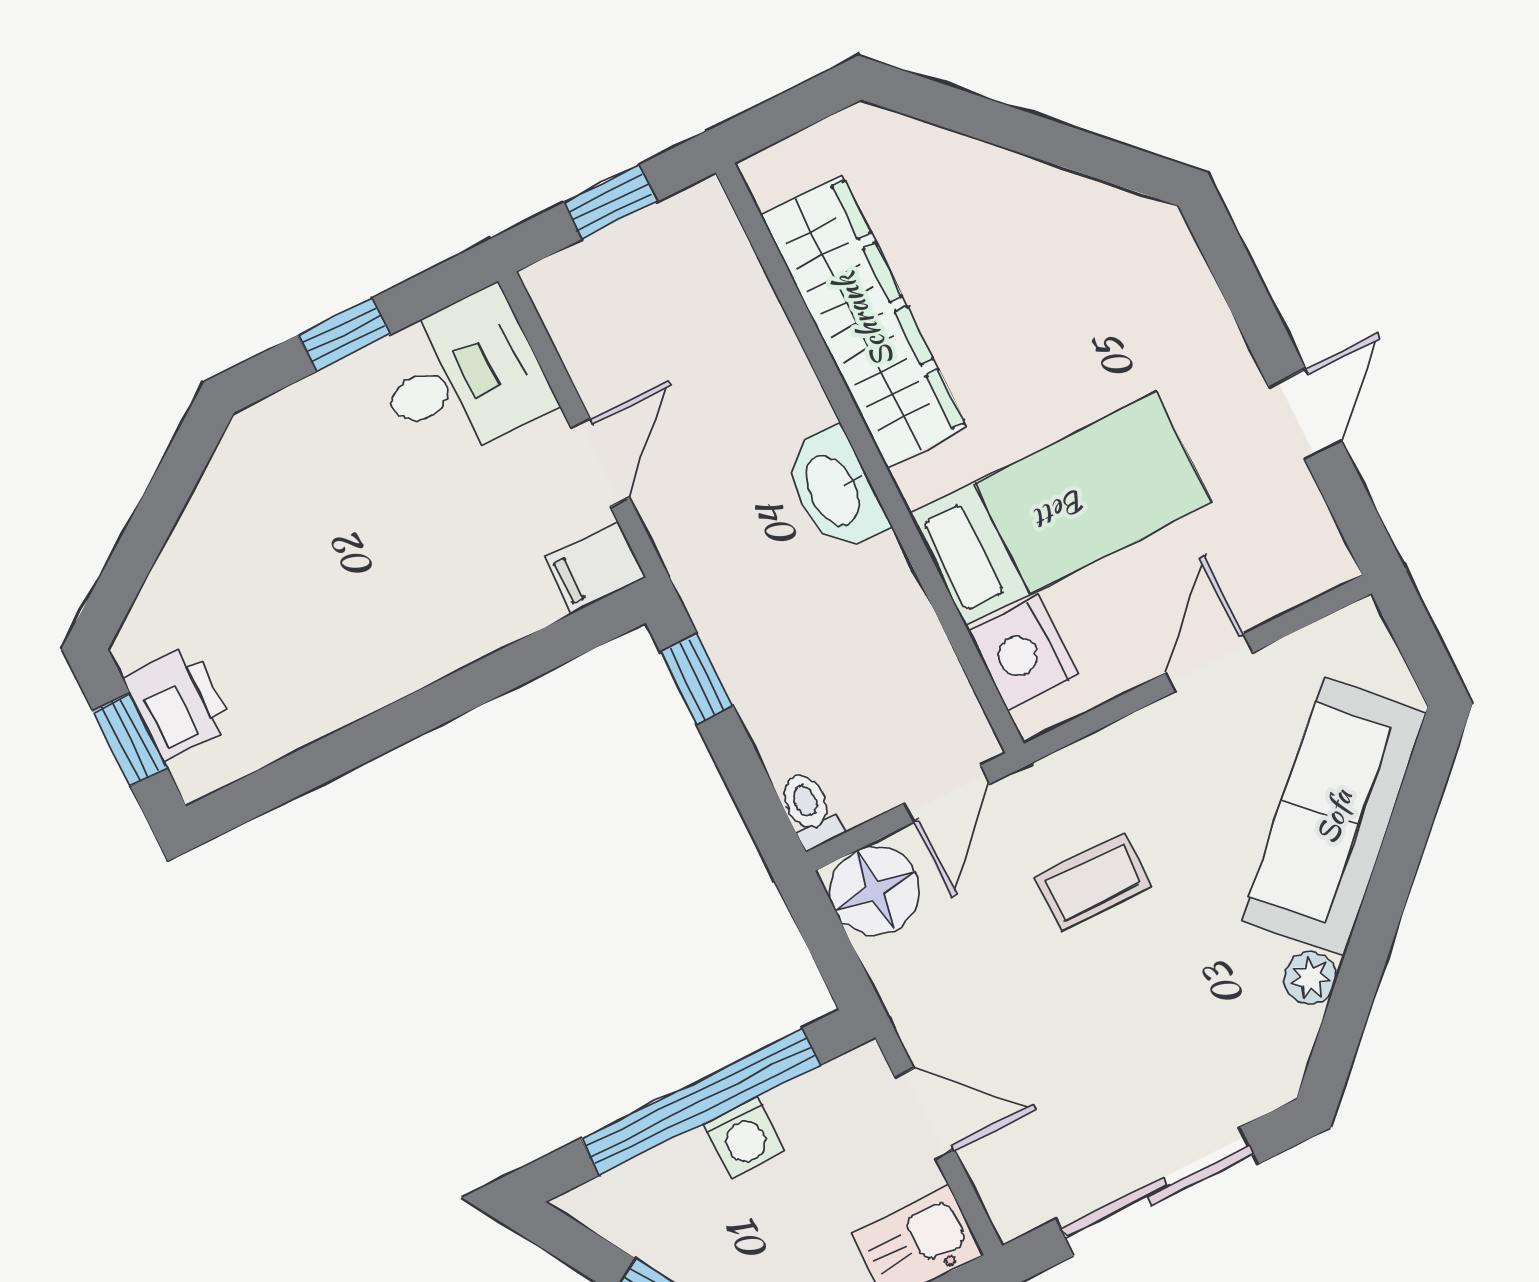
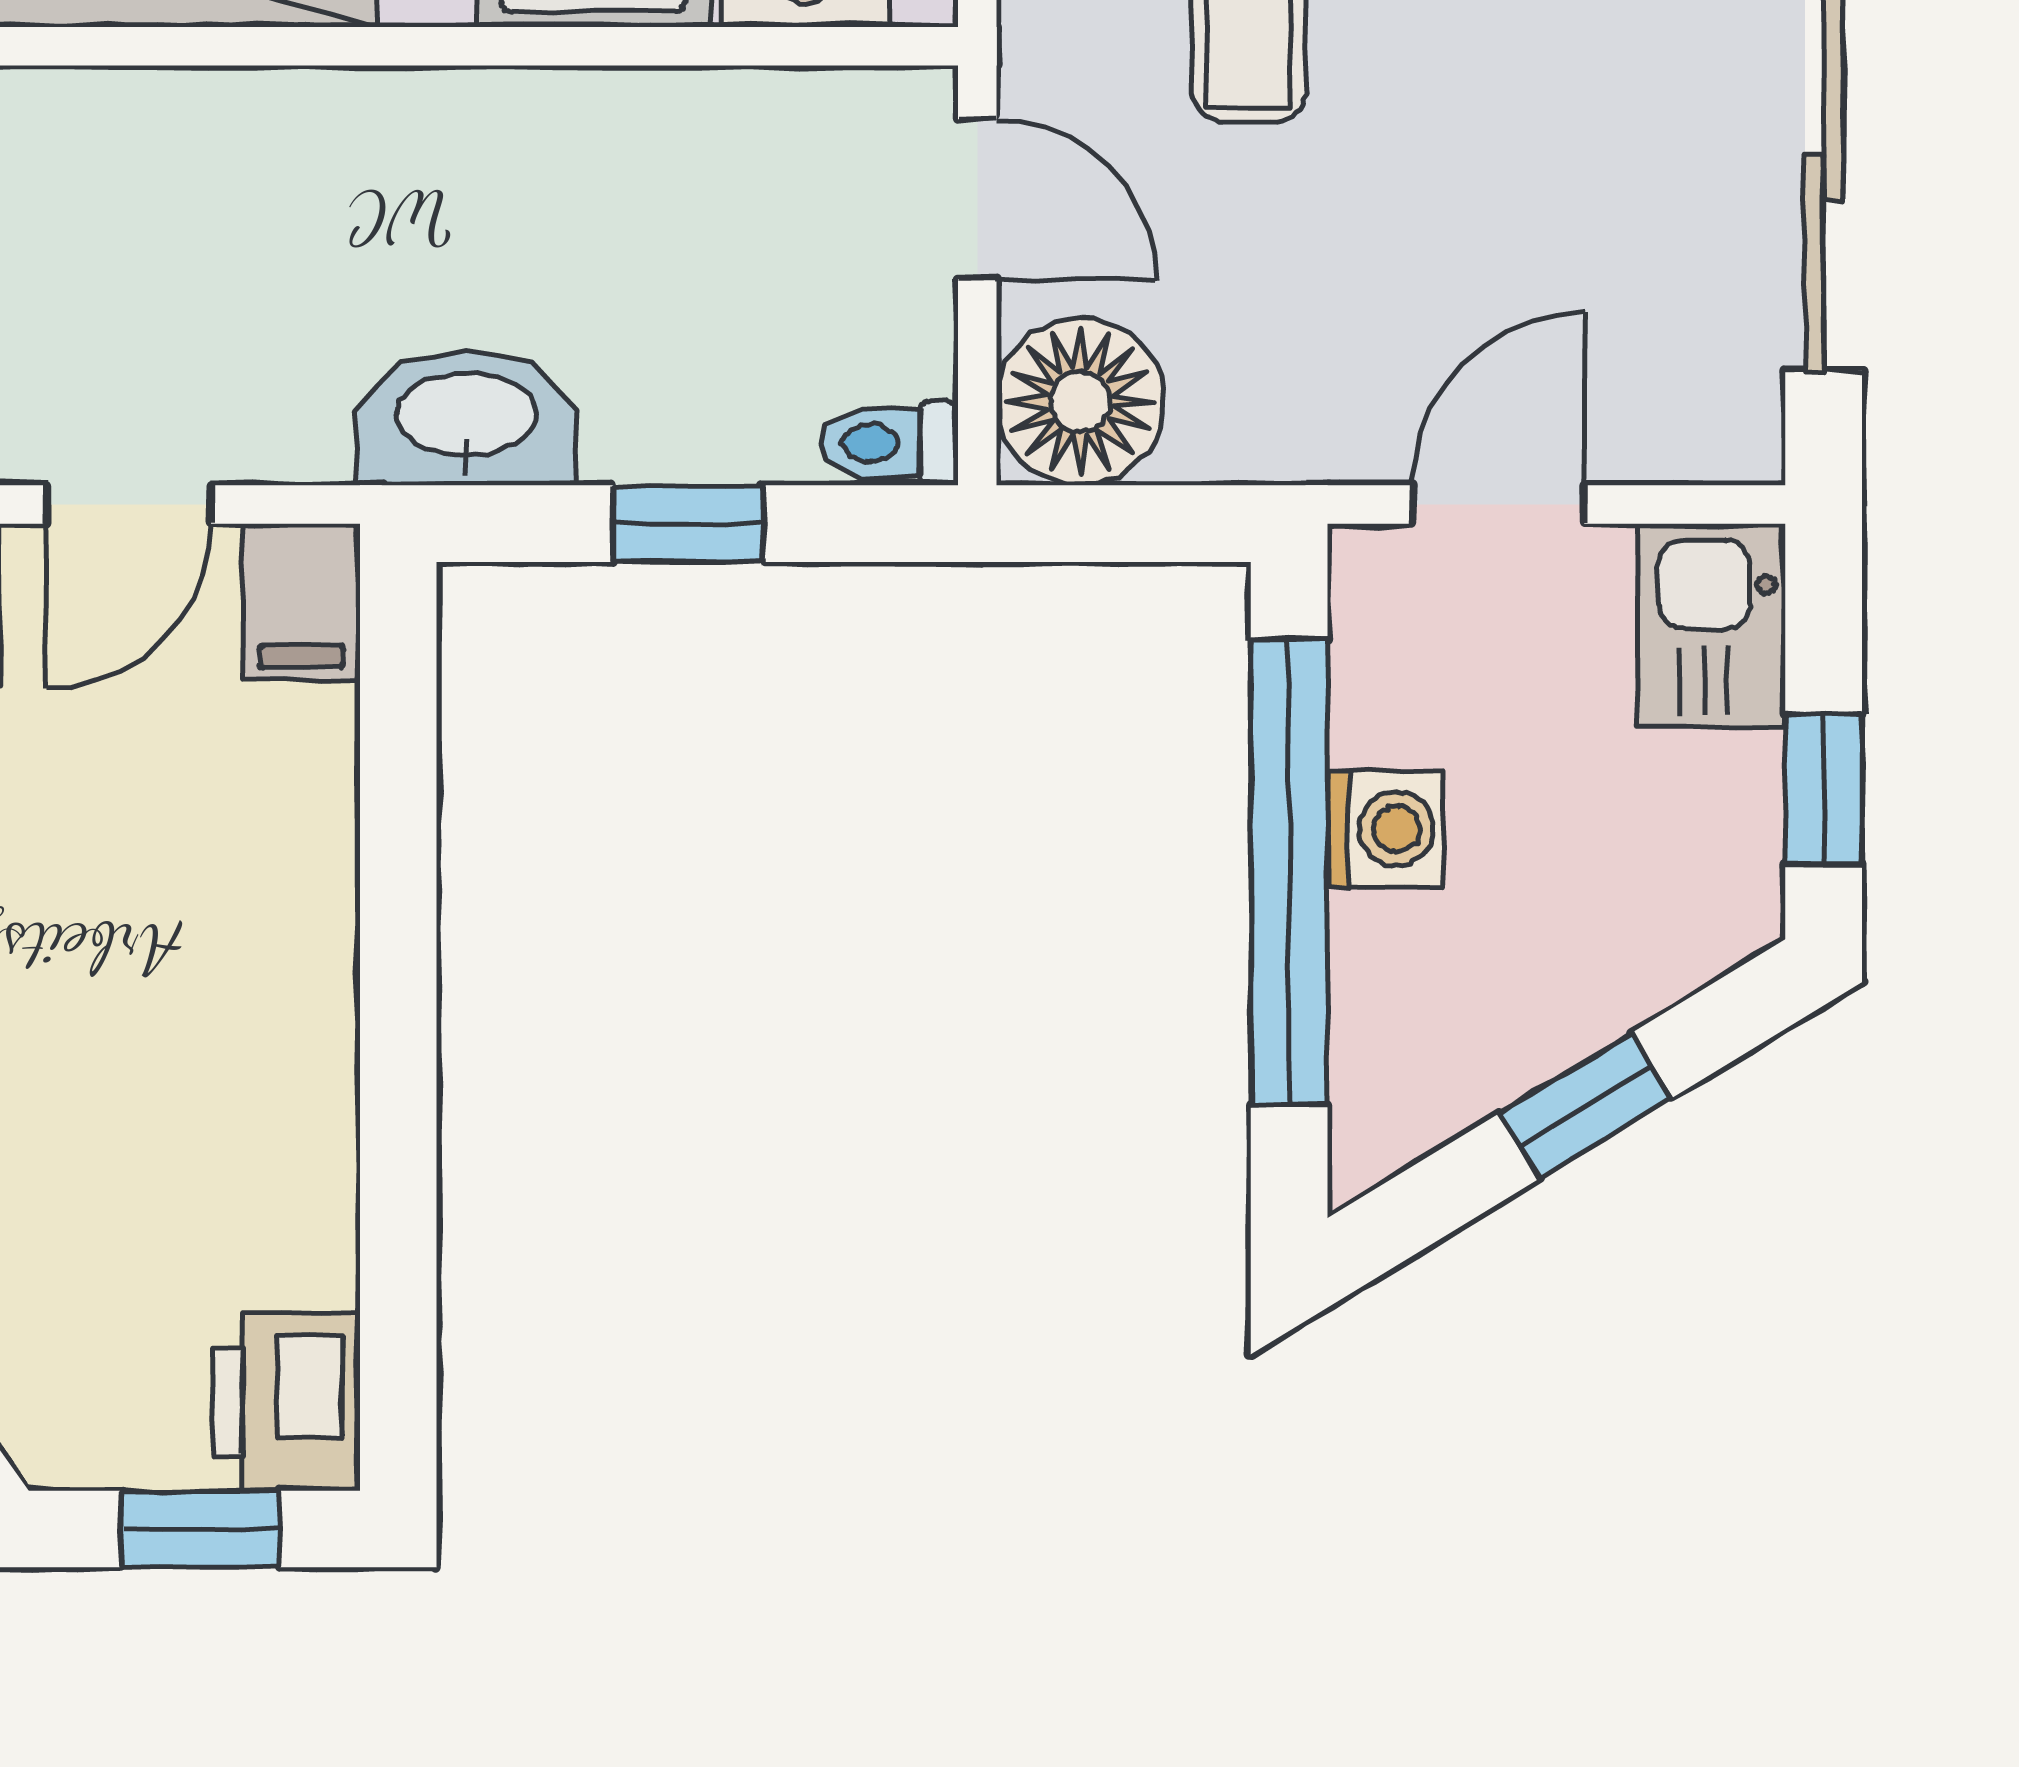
door: (600, 463) -> (129, 504), swing flipped
washbasin: (834, 490) -> (466, 418), moved, turned 180
window: (697, 679) -> (688, 524), moved
printer: (178, 703) -> (287, 1402), moved, turned -90

